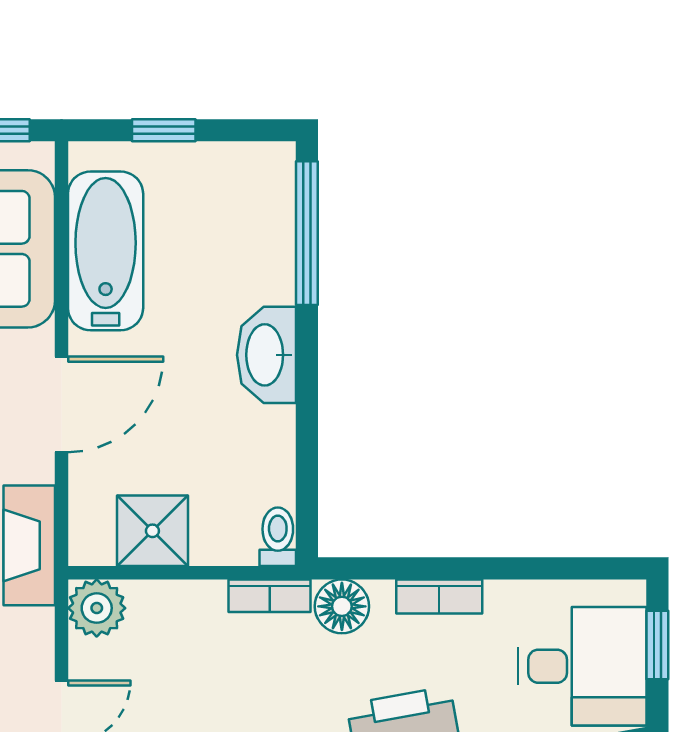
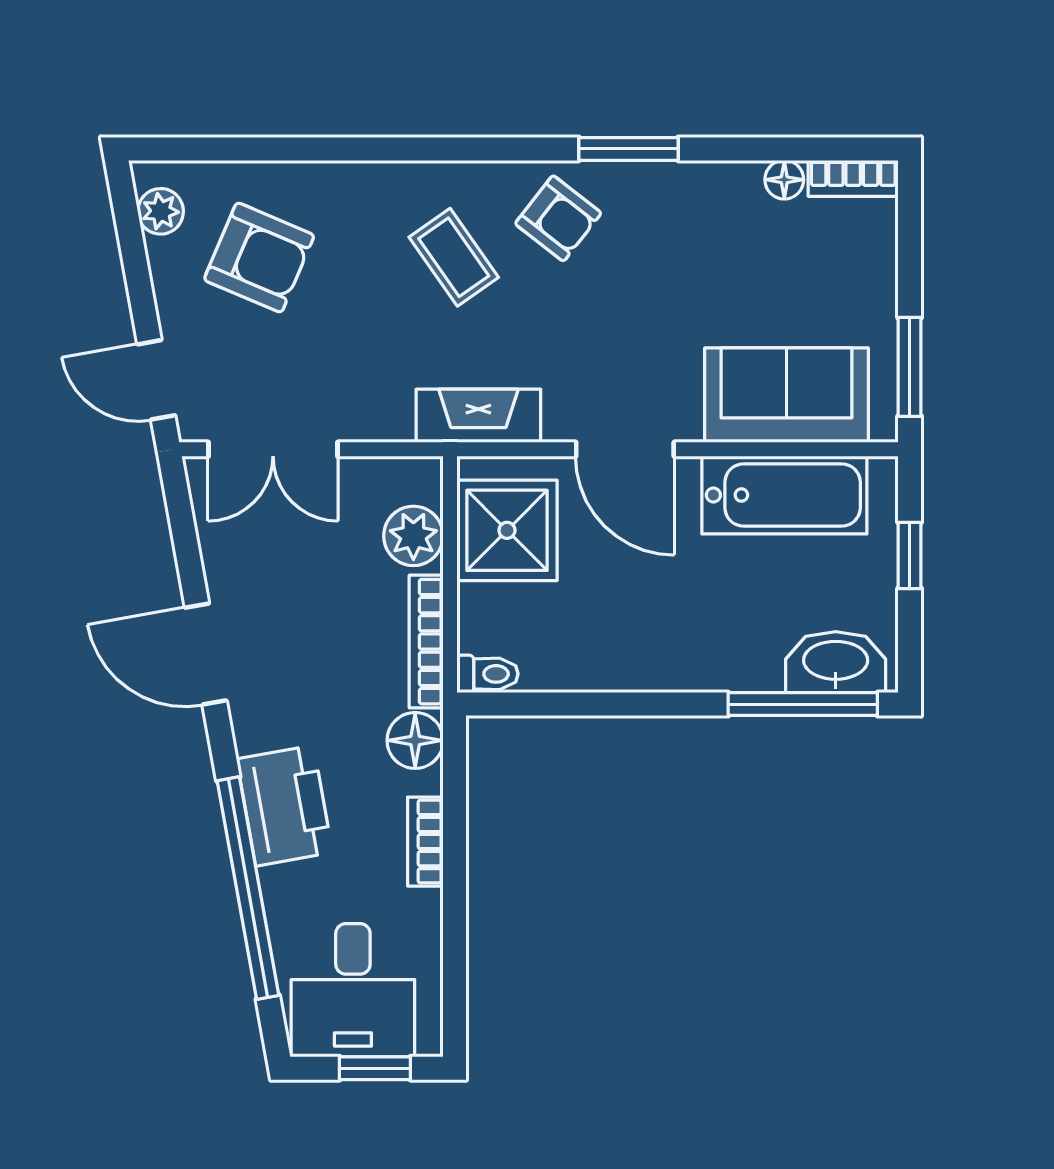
washbasin: (266, 355) -> (836, 662), moved
shower: (152, 531) -> (507, 530), width x1.36, depth x1.36
bookcase: (270, 596) -> (426, 642), width x1.56
plant: (97, 608) -> (413, 536), moved

